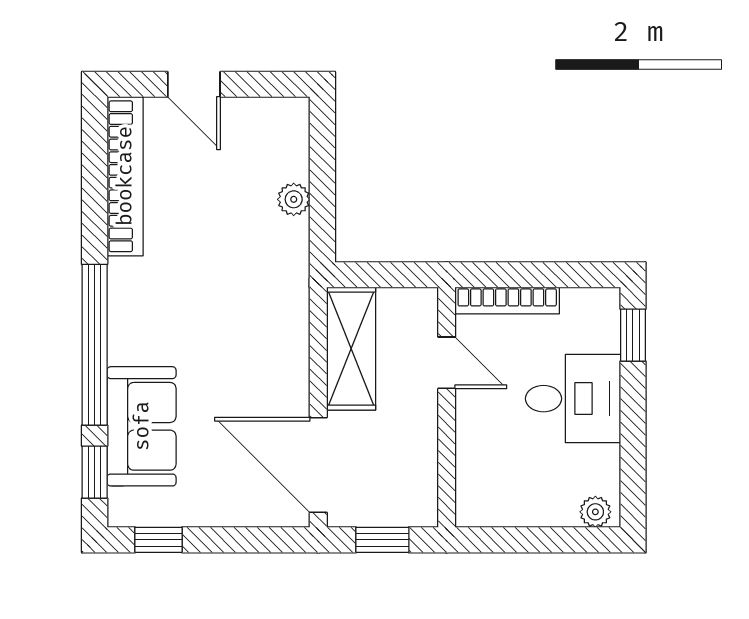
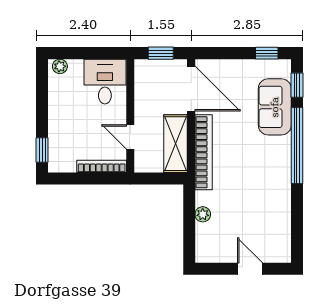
bookcase: (125, 176) -> (204, 152), moved, turned 180
desk: (573, 399) -> (105, 82), moved, turned 90

